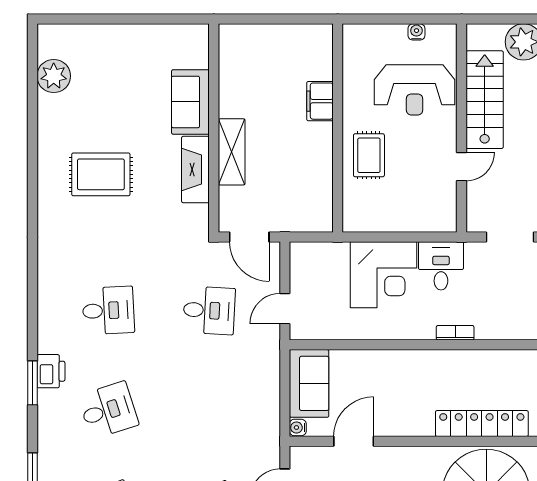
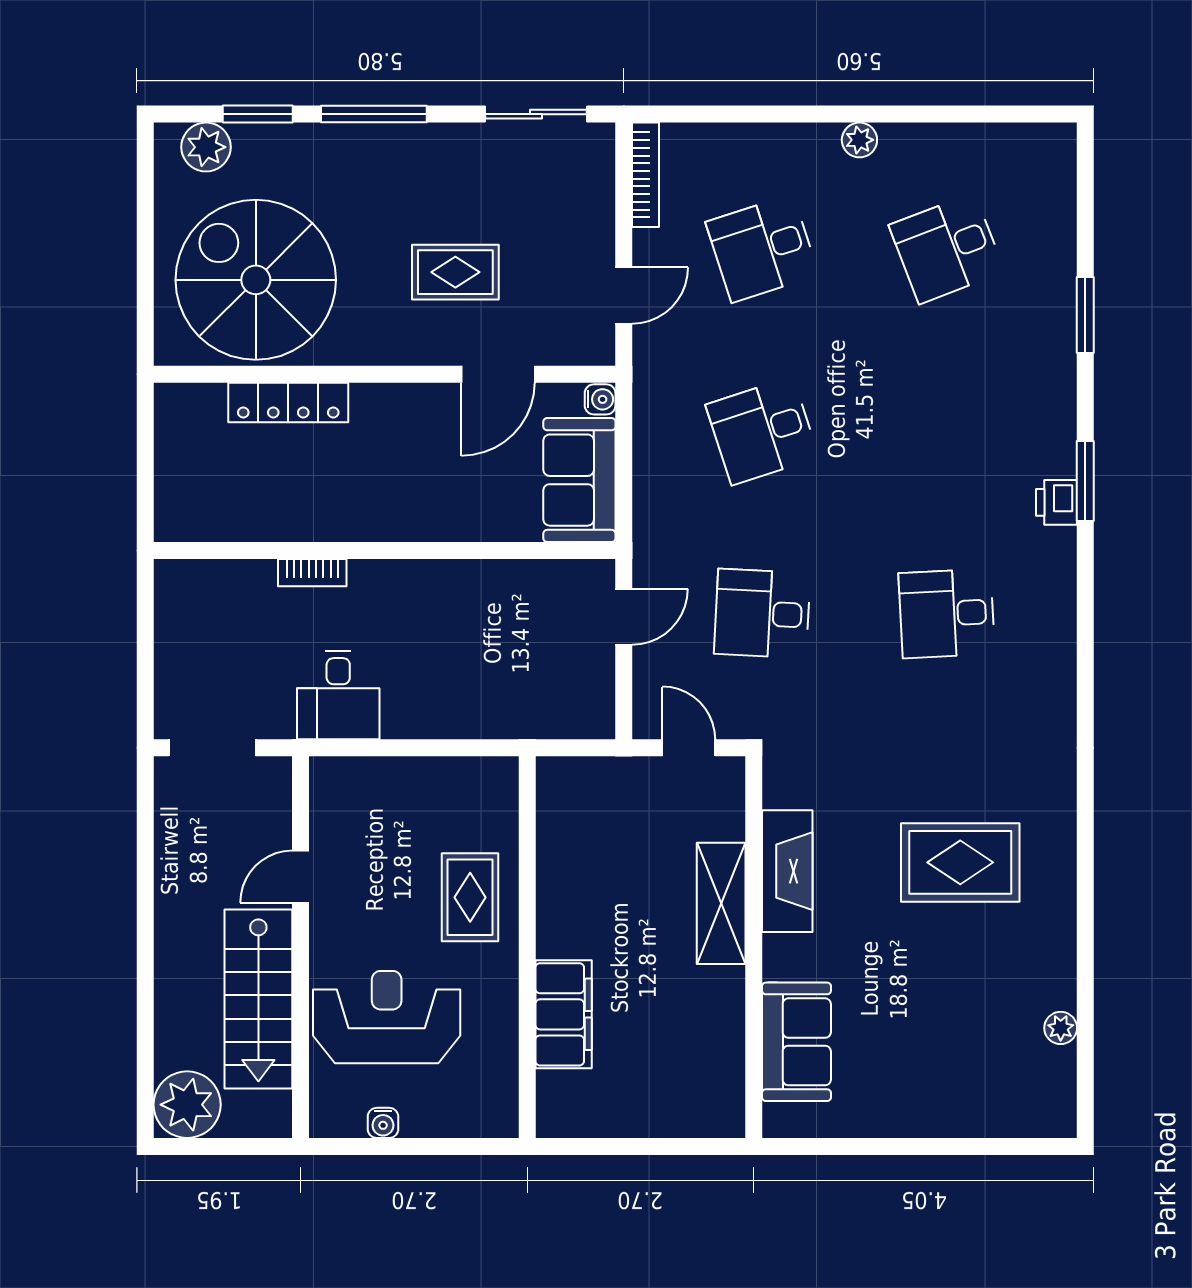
plant: (54, 76) -> (1061, 1028), width x0.53, depth x0.53
filing cabinet: (320, 101) -> (564, 1014), width x1.50, depth x1.17
sofa: (190, 102) -> (796, 1042), moved
door: (249, 237) -> (689, 748), width x0.73
corner desk: (384, 275) -> (443, 679), removed
printer: (51, 371) -> (1057, 502), width x0.73, depth x0.81
desk: (108, 410) -> (762, 431), moved
locker: (482, 424) -> (288, 403), width x0.71, depth x0.83

